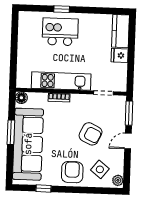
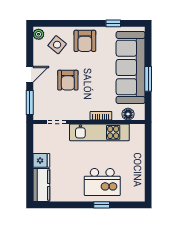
floor lamp: (21, 98) -> (128, 114), moved
armchair: (91, 134) -> (68, 80), turned -116

